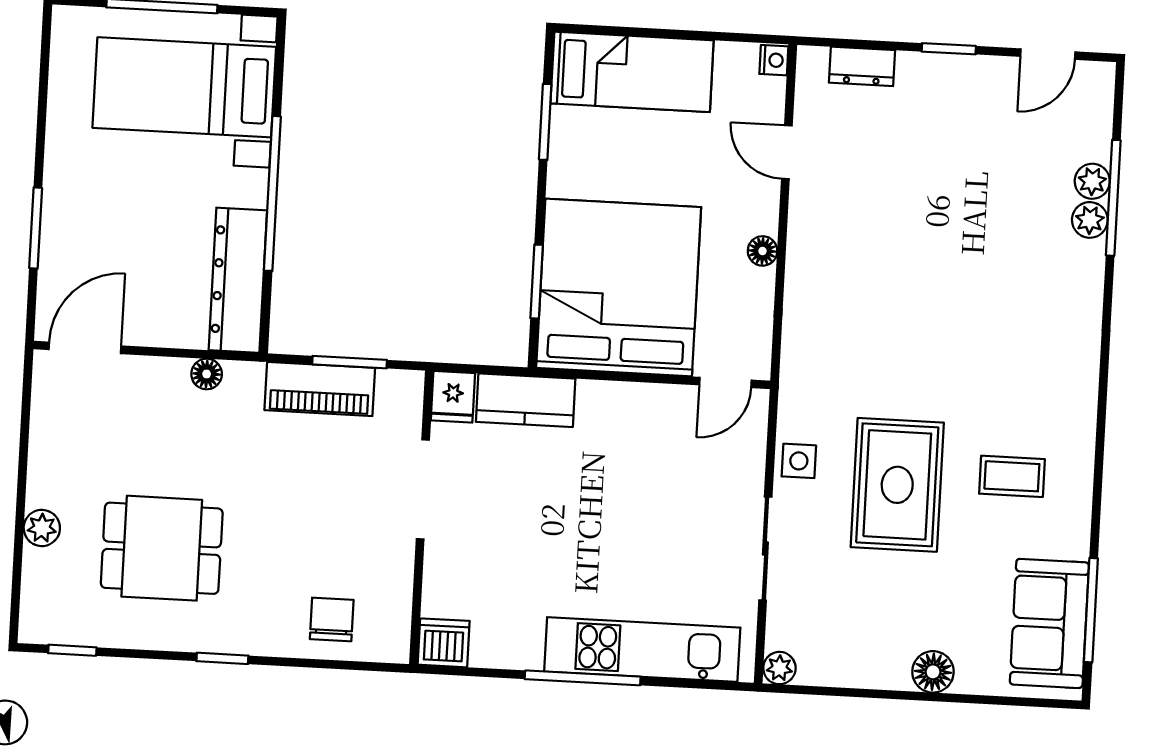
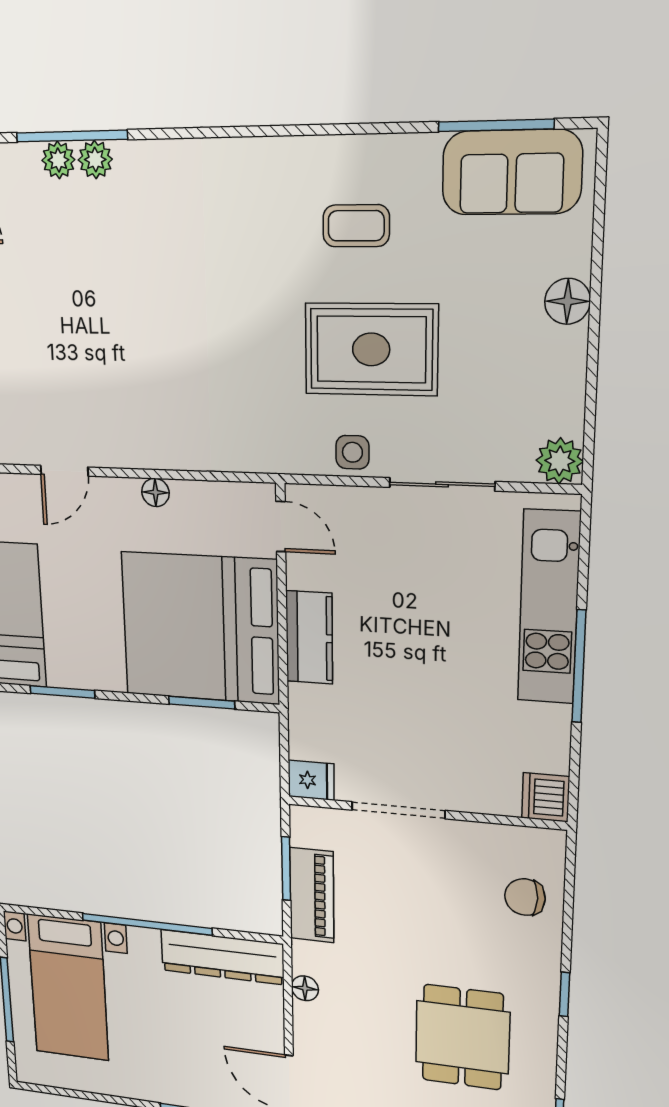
kitchen counter: (526, 400) -> (309, 637), moved
coffee table: (1012, 476) -> (356, 226), turned 90
plant: (779, 668) -> (560, 461), width x1.38, depth x1.38

